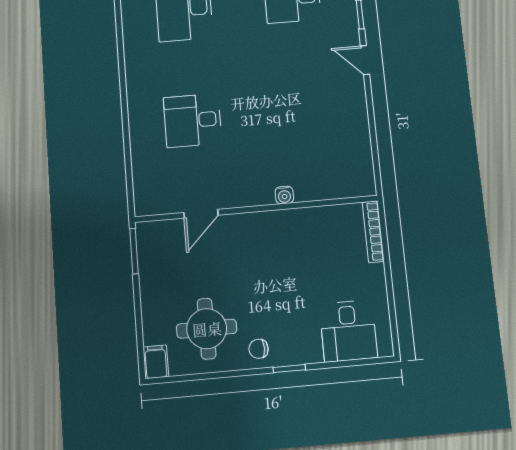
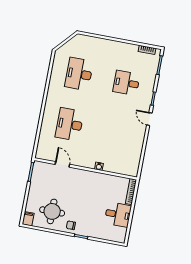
desk: (193, 120) -> (70, 124), width x1.37
door: (201, 214) -> (62, 164), swing flipped
desk: (348, 331) -> (118, 214), moved, turned -90

